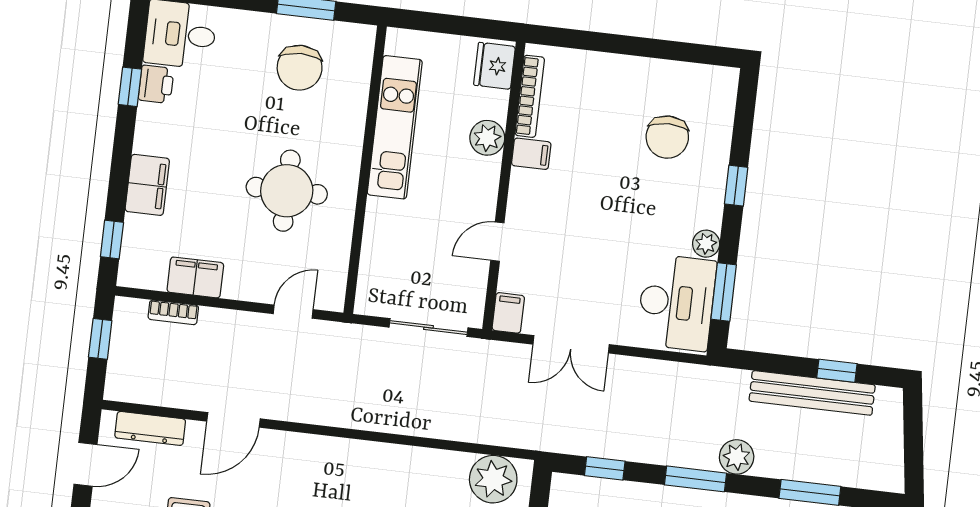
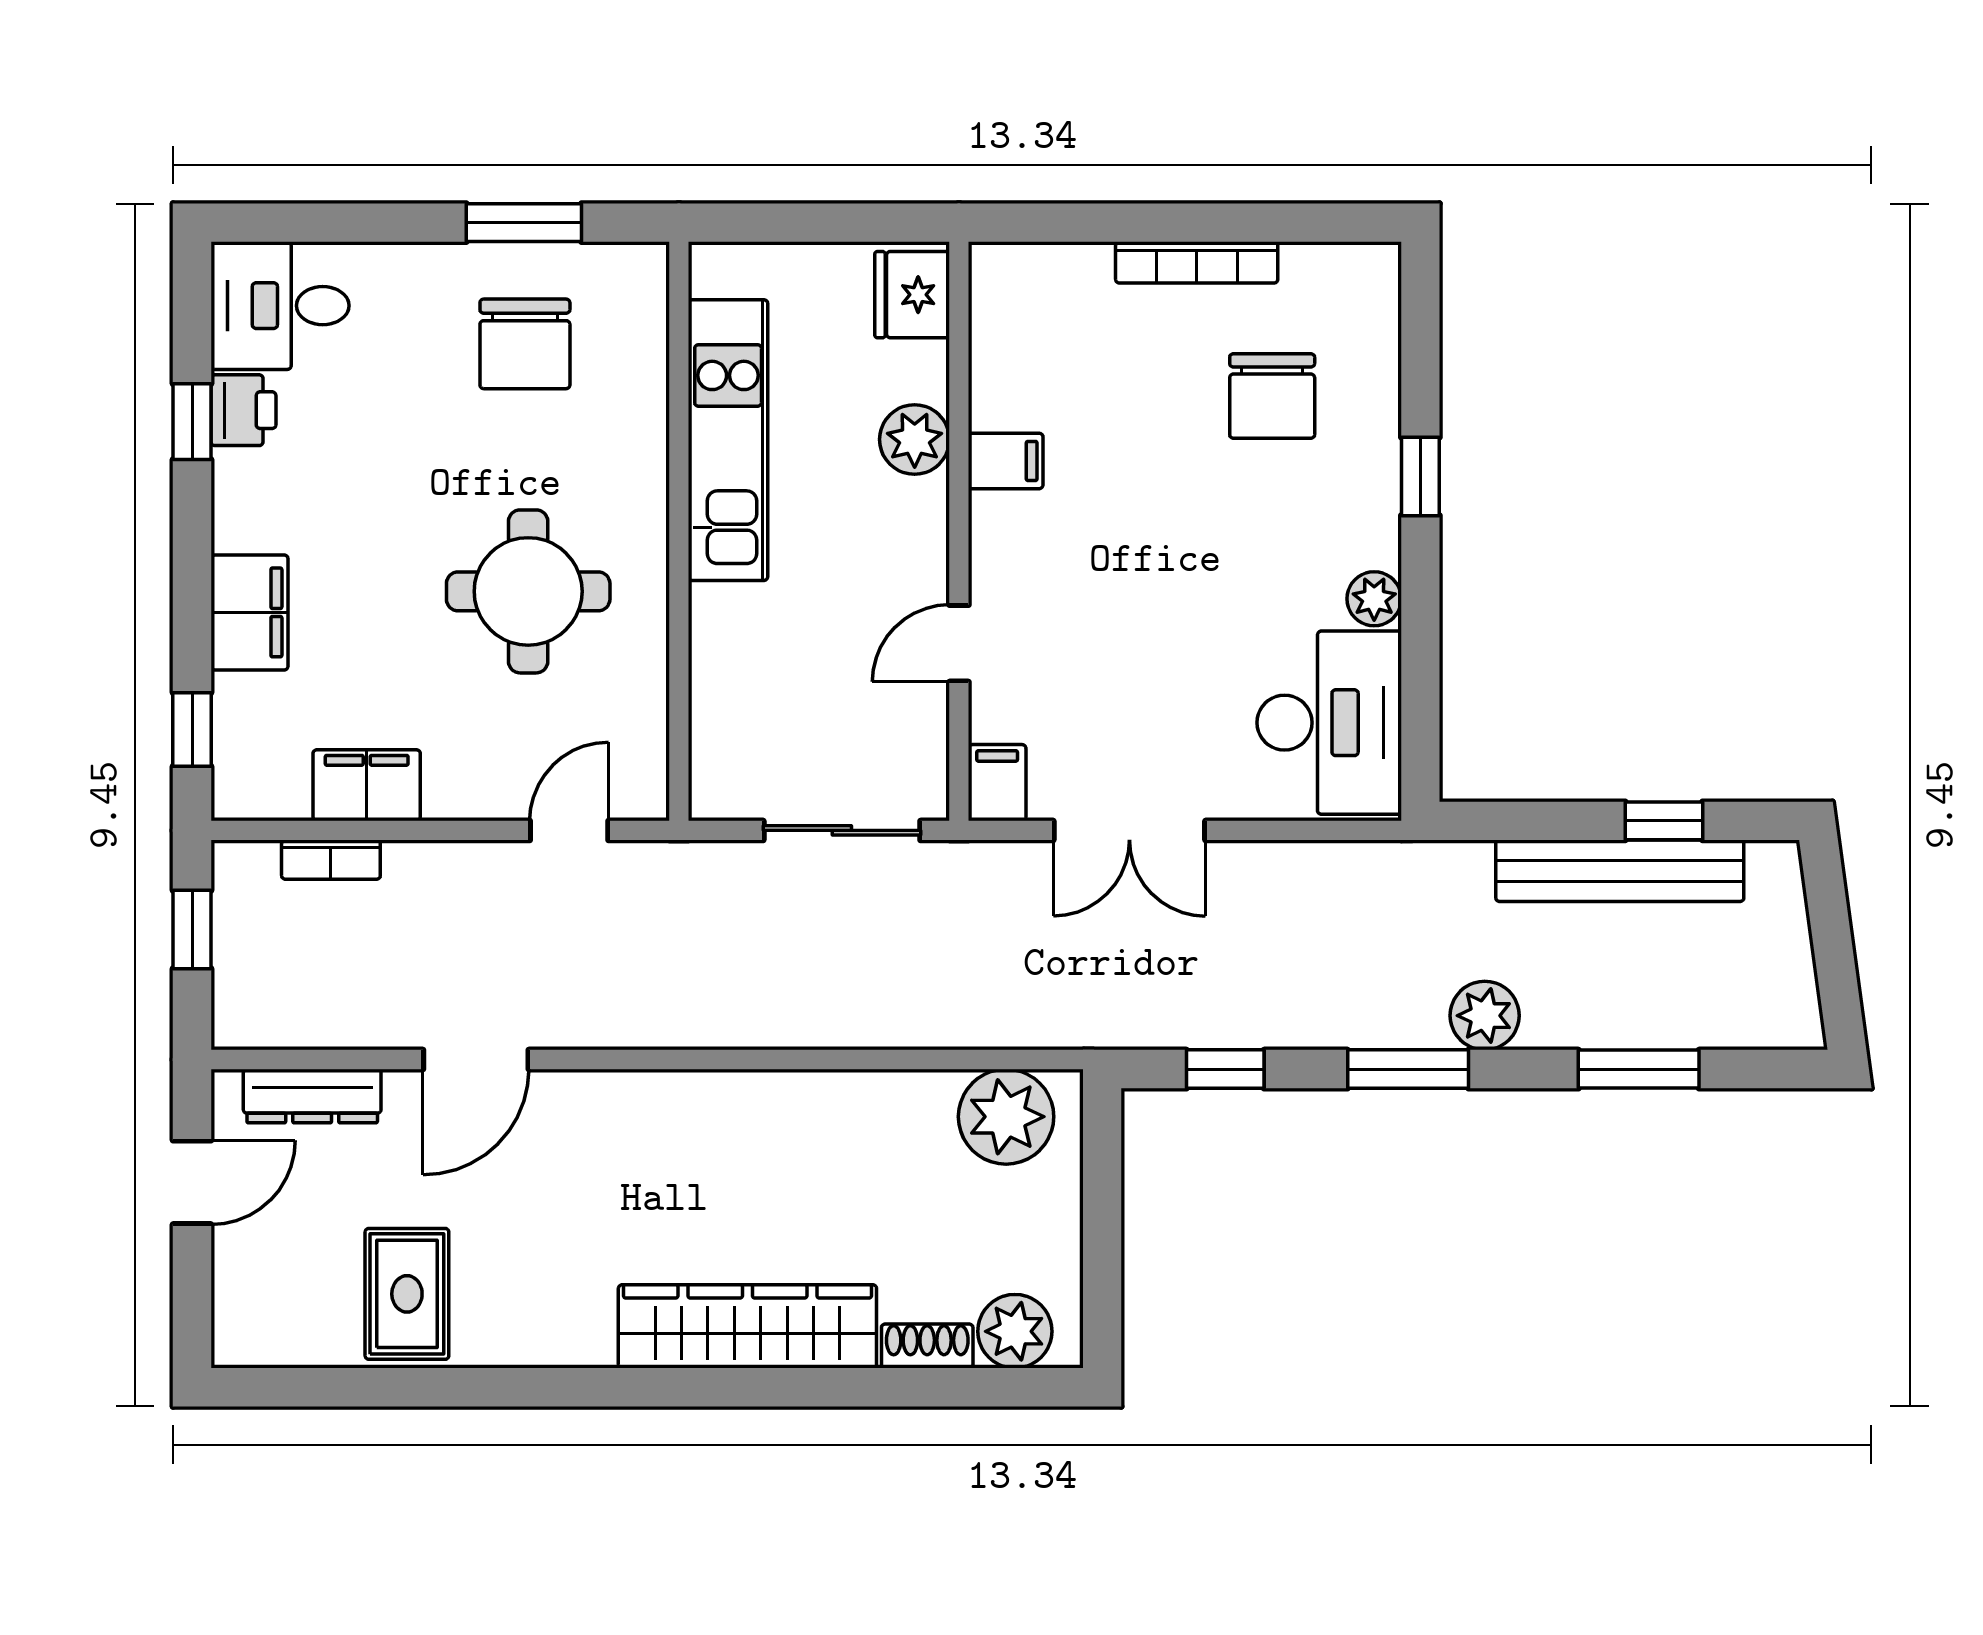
bookcase: (530, 96) -> (1197, 262), moved, turned 90
window: (724, 292) -> (1420, 691), removed

